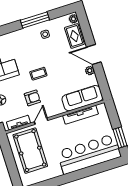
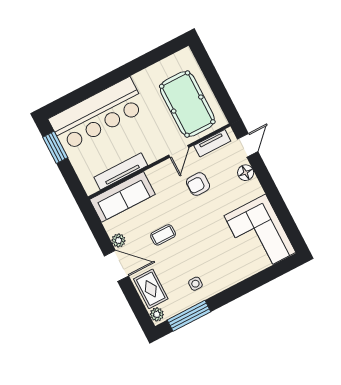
window: (35, 20) -> (189, 316), moved
coffee table: (38, 74) -> (163, 235), moved

